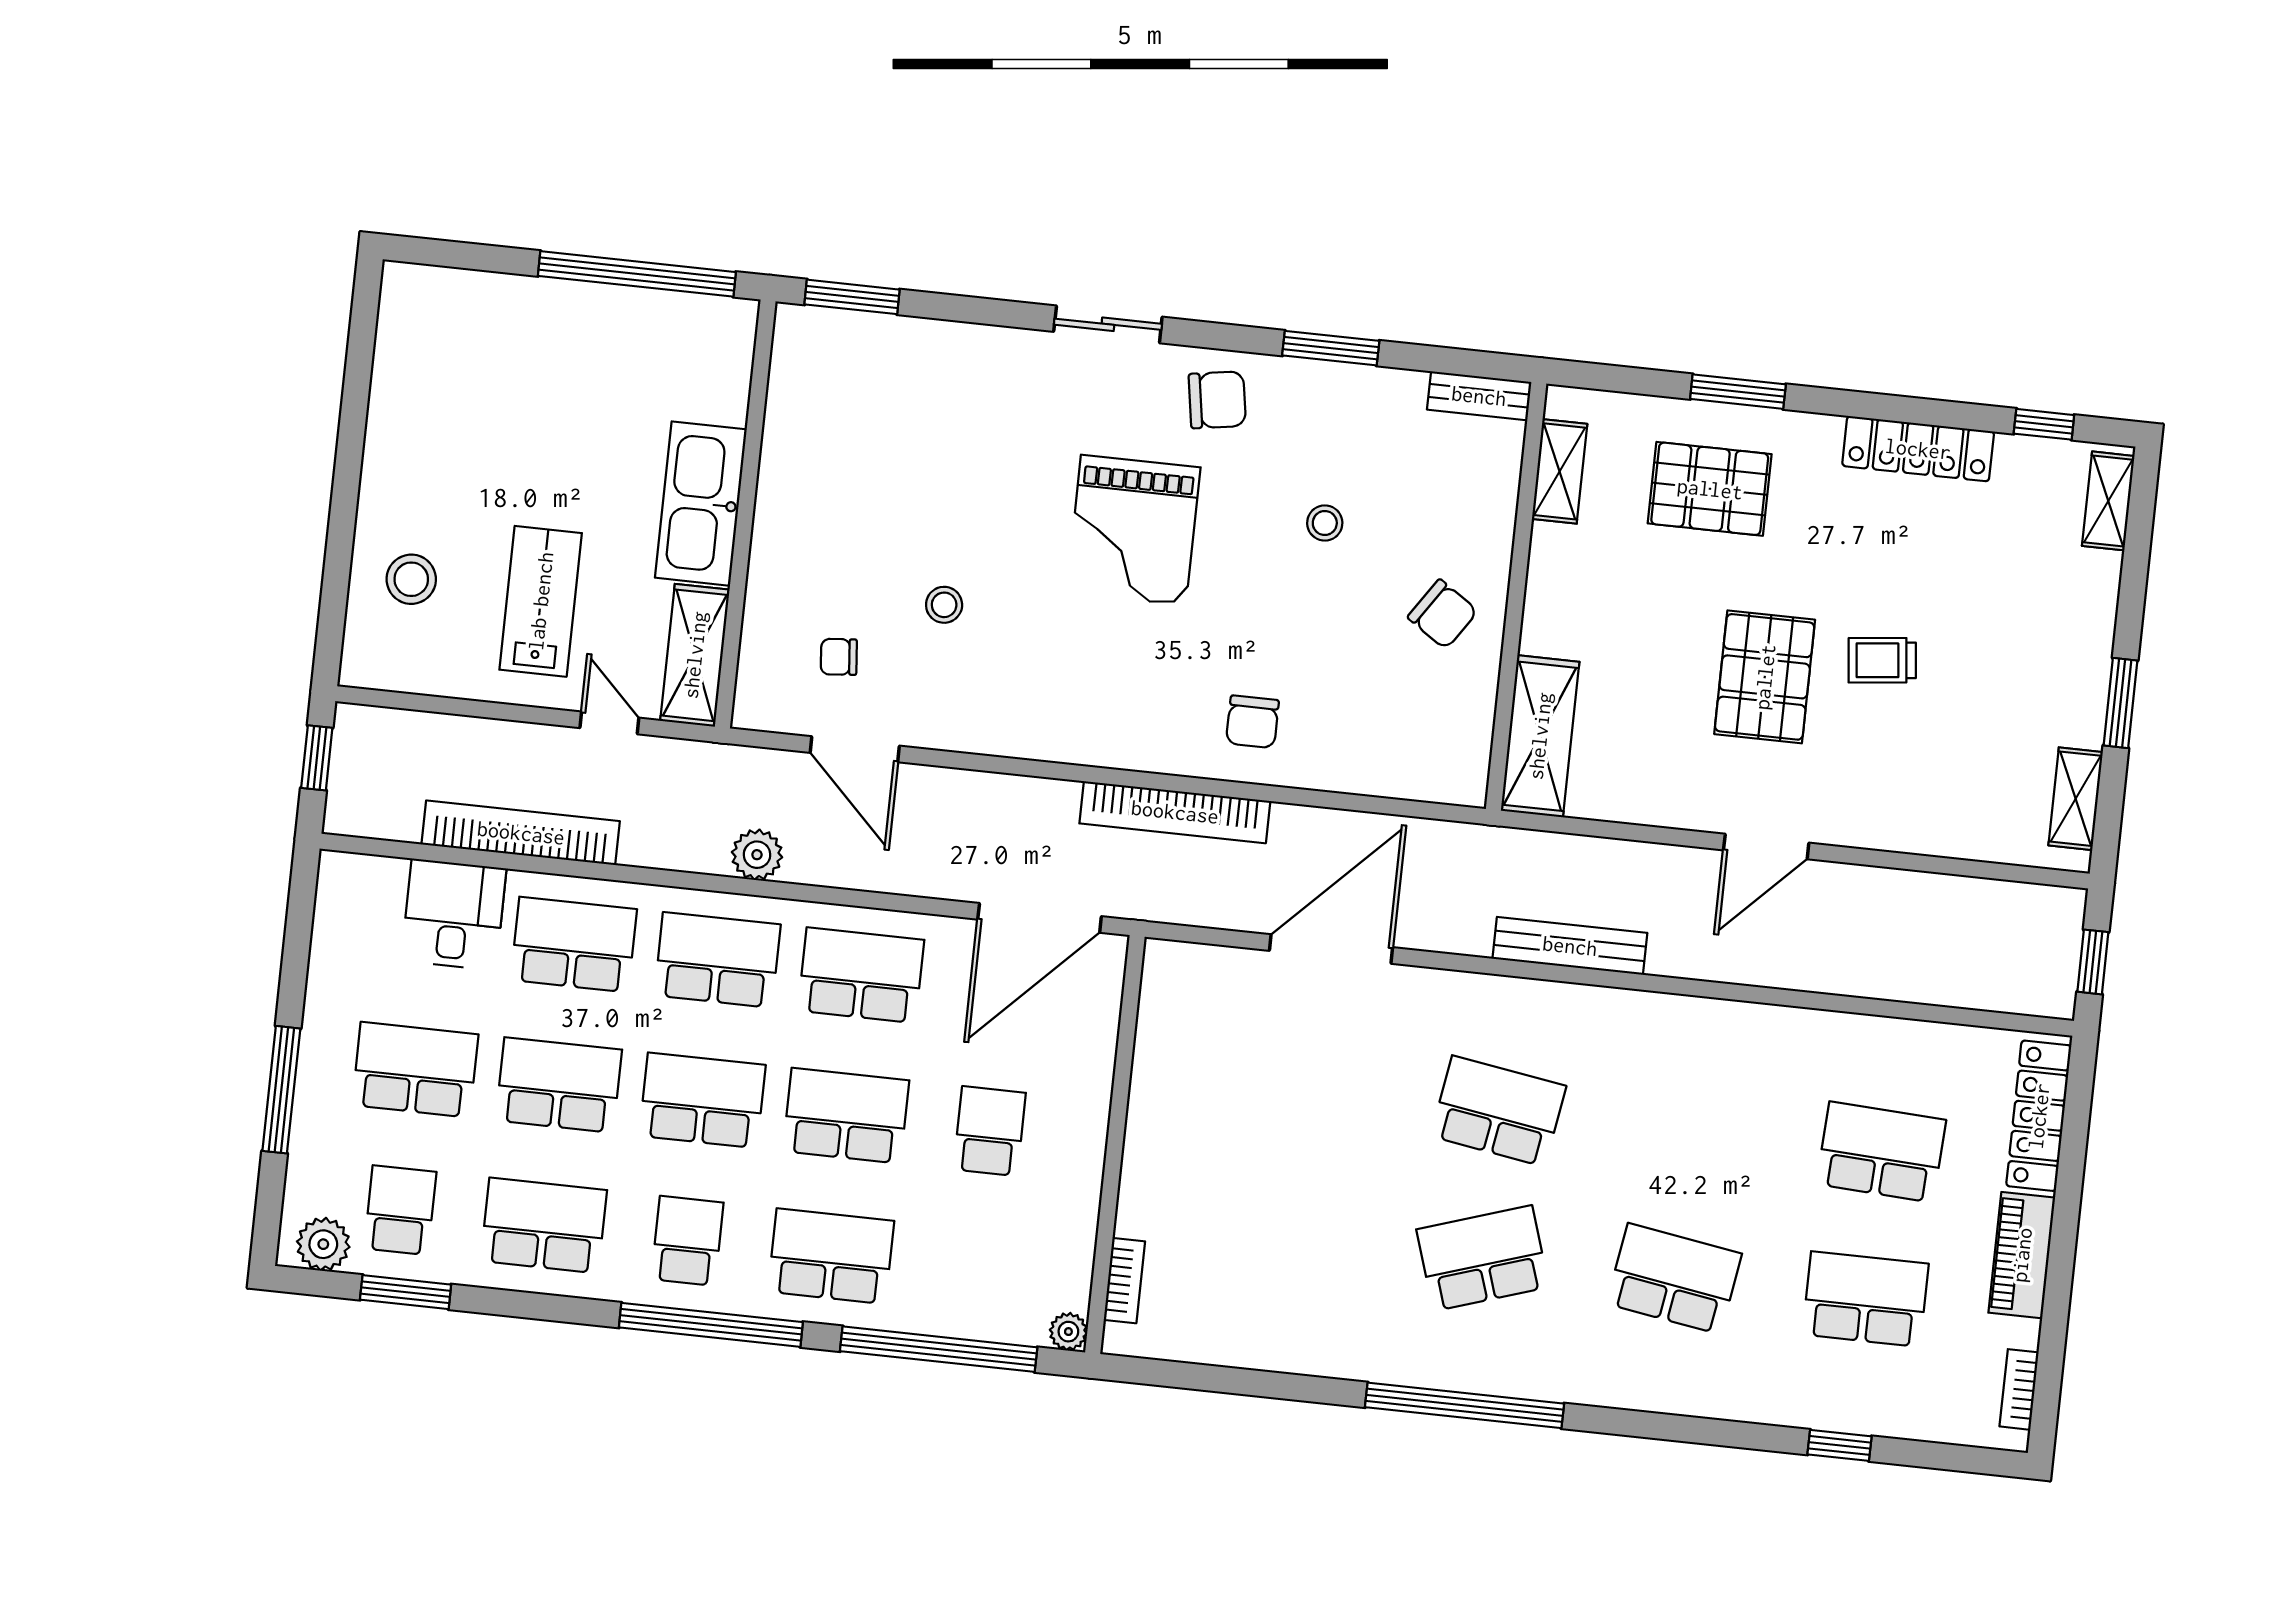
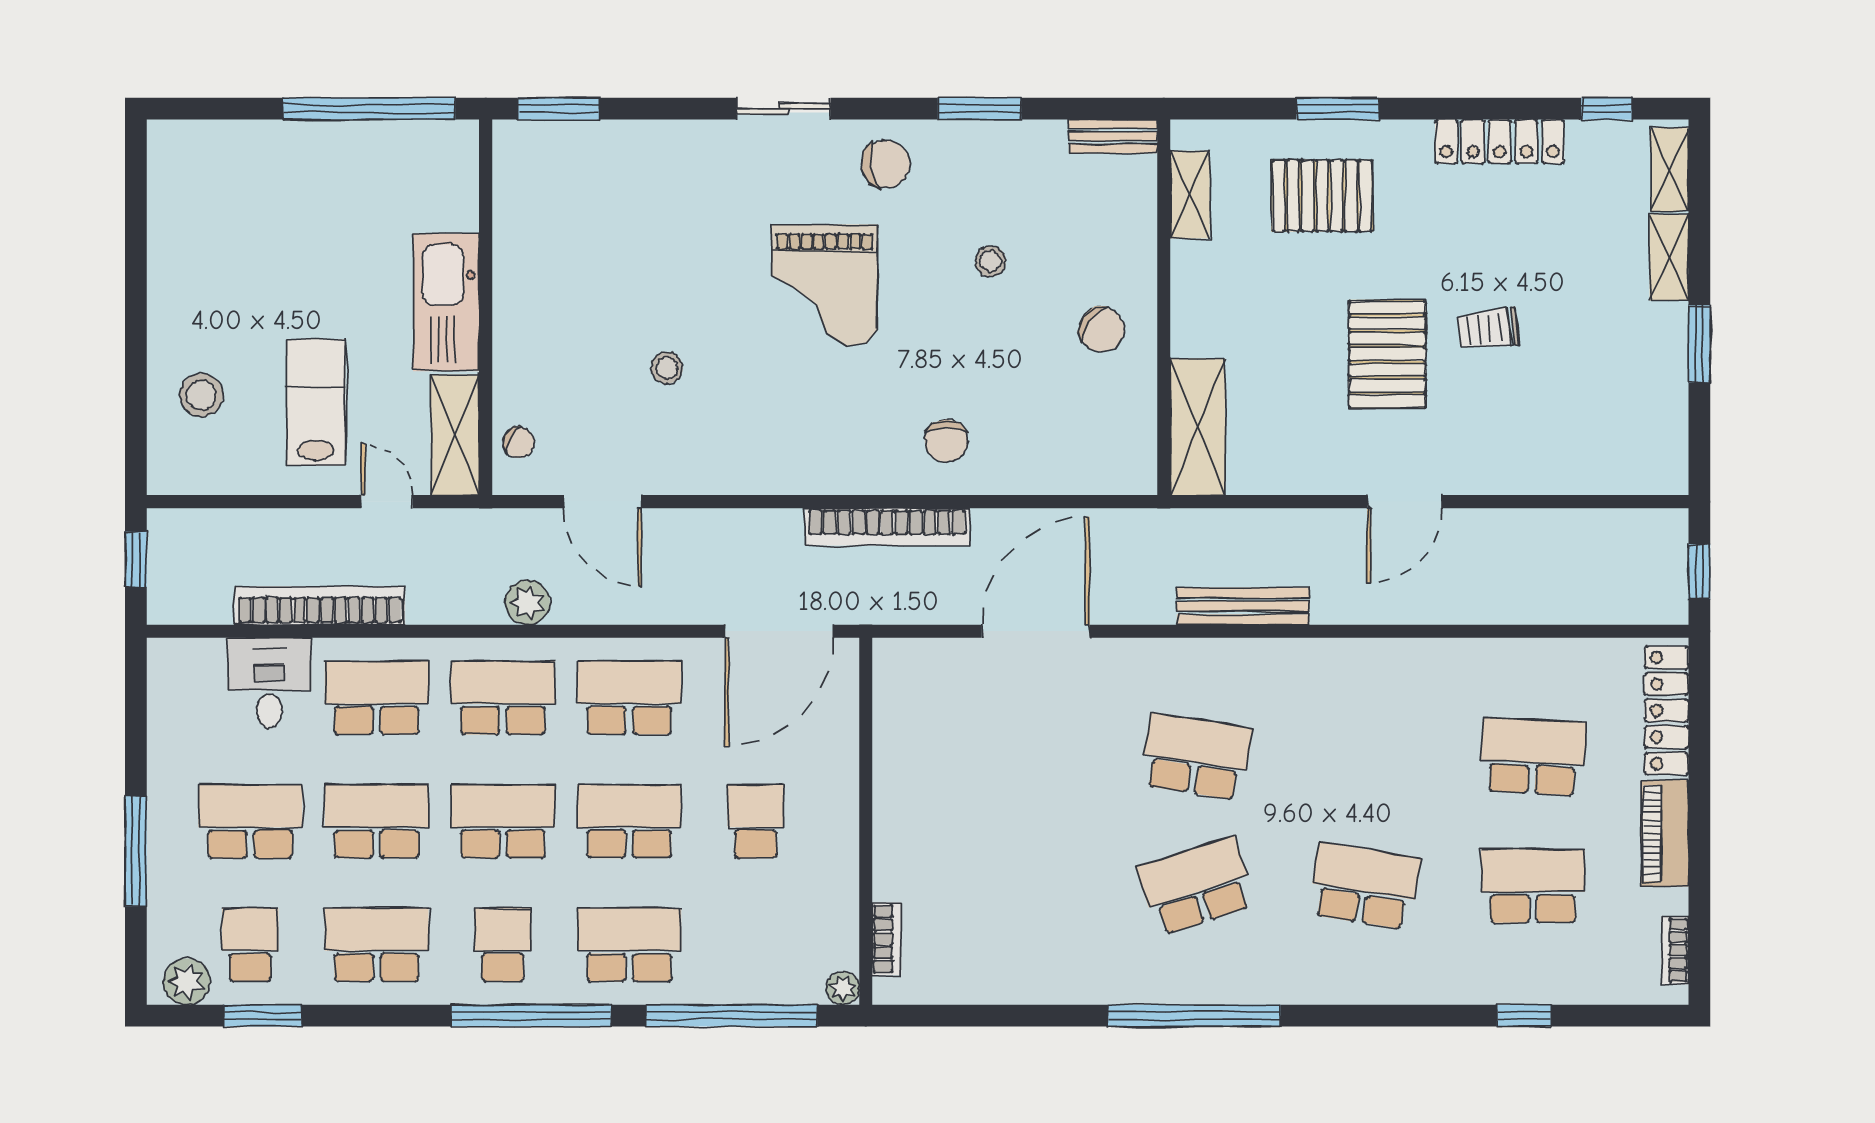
chair: (839, 657) -> (519, 442), moved, turned -148
shelving: (2076, 799) -> (1669, 257), moved

